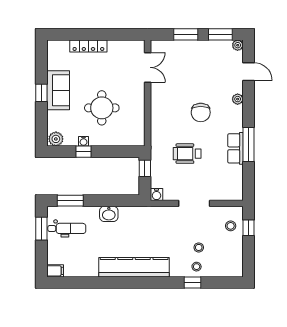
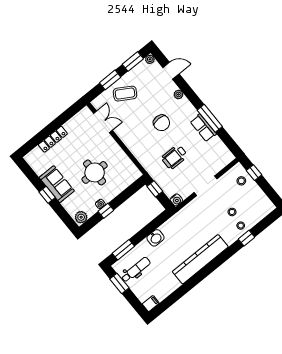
coffee table: (189, 58) -> (125, 94), added

